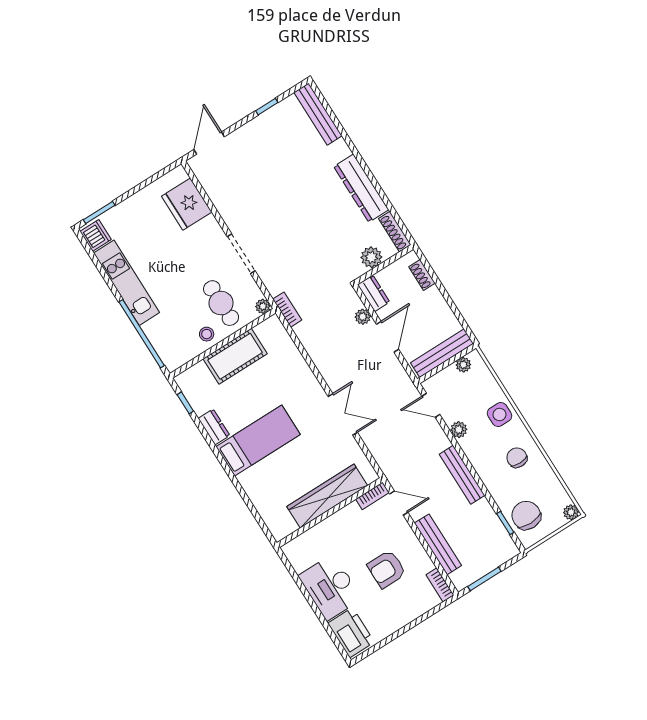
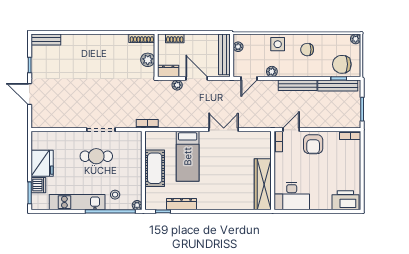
bench: (318, 114) -> (46, 40), width x0.73
door: (209, 143) -> (30, 94), moved
dresser: (361, 188) -> (107, 42), removed
fridge: (187, 204) -> (42, 163), moved, turned -90
dishwasher: (96, 235) -> (38, 185), moved, turned 90
cafe table: (221, 303) -> (96, 156), moved
plant: (263, 306) -> (137, 205), moved
stool: (207, 334) -> (115, 195), moved
dresser: (214, 427) -> (182, 204), width x1.44
bed: (258, 441) -> (188, 156), moved, turned 180
wardrobe: (327, 496) -> (263, 184), moved
bench: (438, 544) -> (338, 86), moved
armchair: (387, 569) -> (313, 144), moved
desk: (330, 587) -> (292, 196), moved

